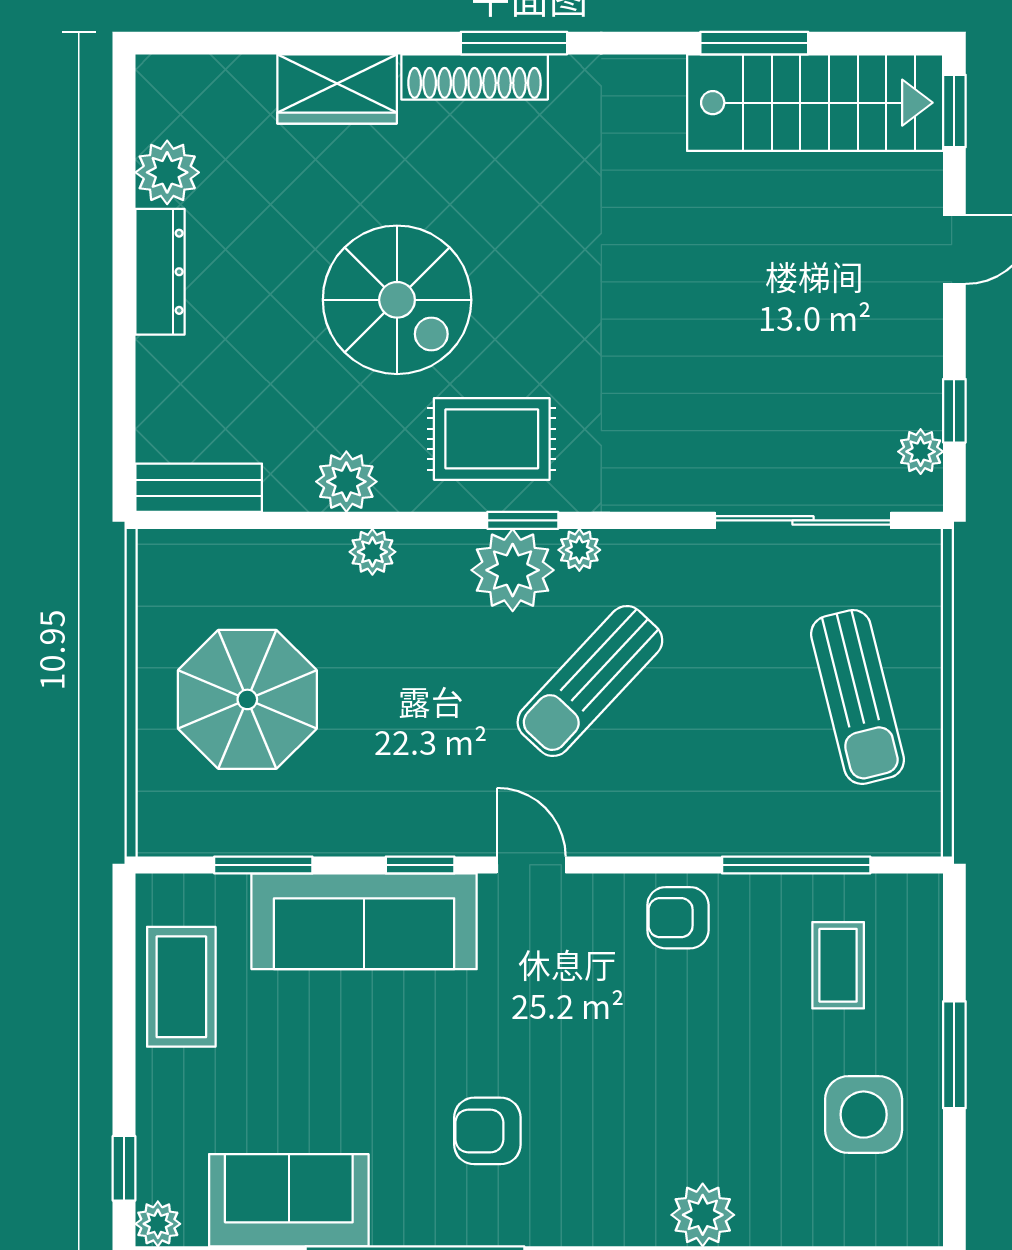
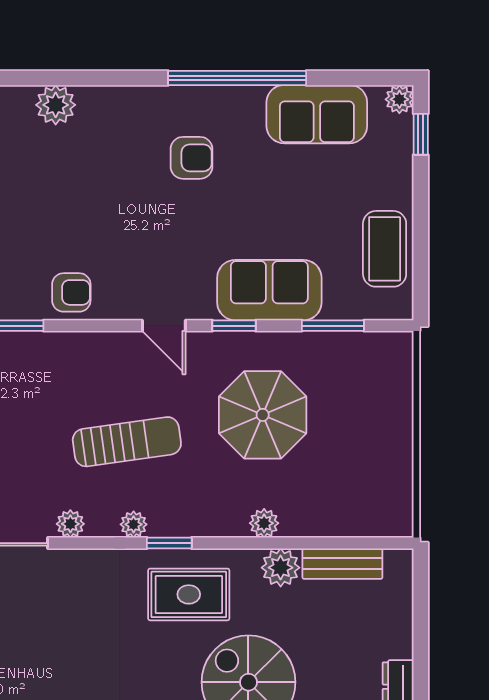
bench: (199, 488) -> (342, 564), moved
plant: (513, 570) -> (70, 524), moved, width x0.53, depth x0.53
sun lounger: (590, 681) -> (127, 442), turned 39
parasol: (247, 699) -> (263, 415), moved
sofa: (364, 921) -> (269, 290), width x0.73

